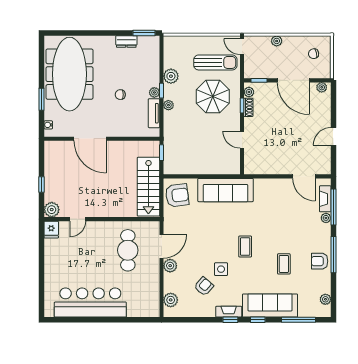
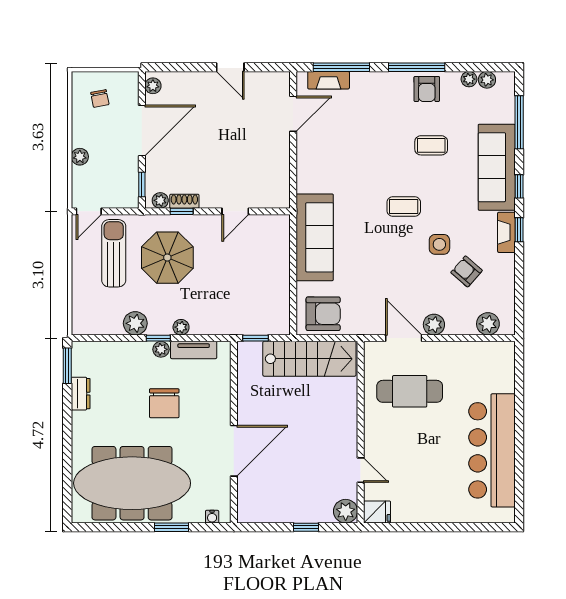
chair: (120, 95) -> (164, 403), width x1.87, depth x1.87
armchair: (177, 195) -> (323, 314), turned 97
plant: (326, 218) -> (469, 79), moved

